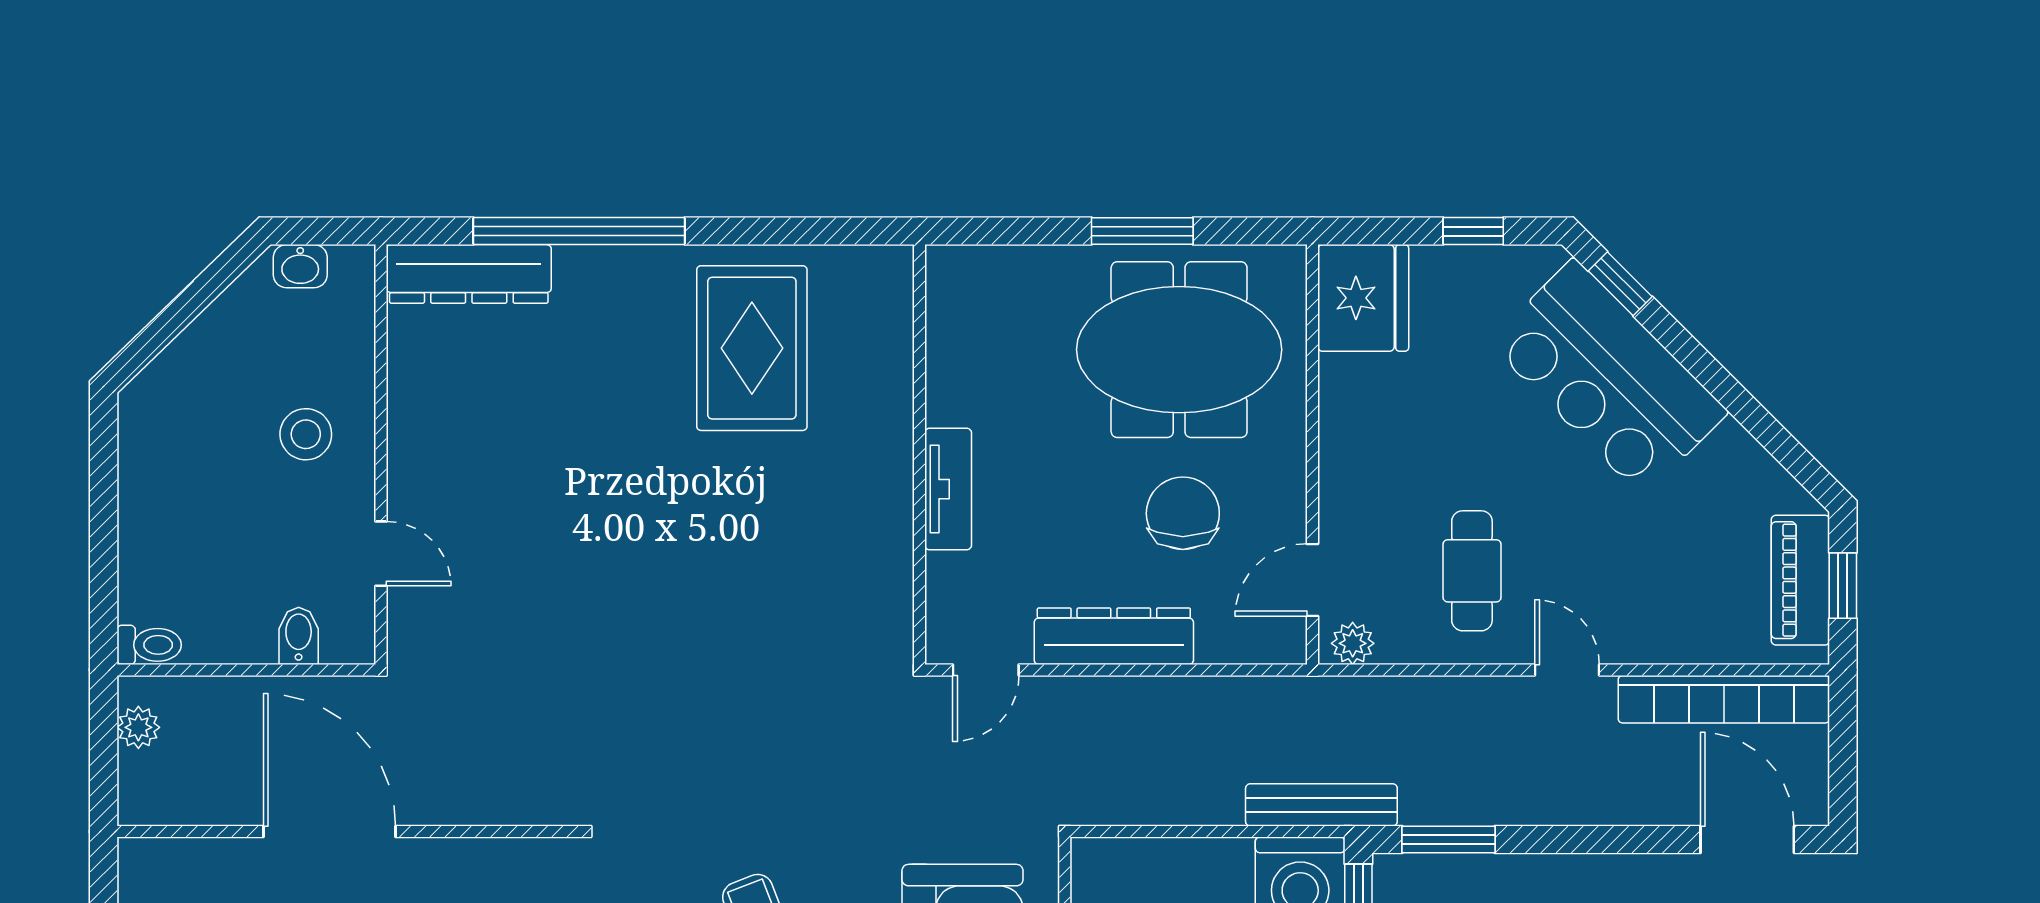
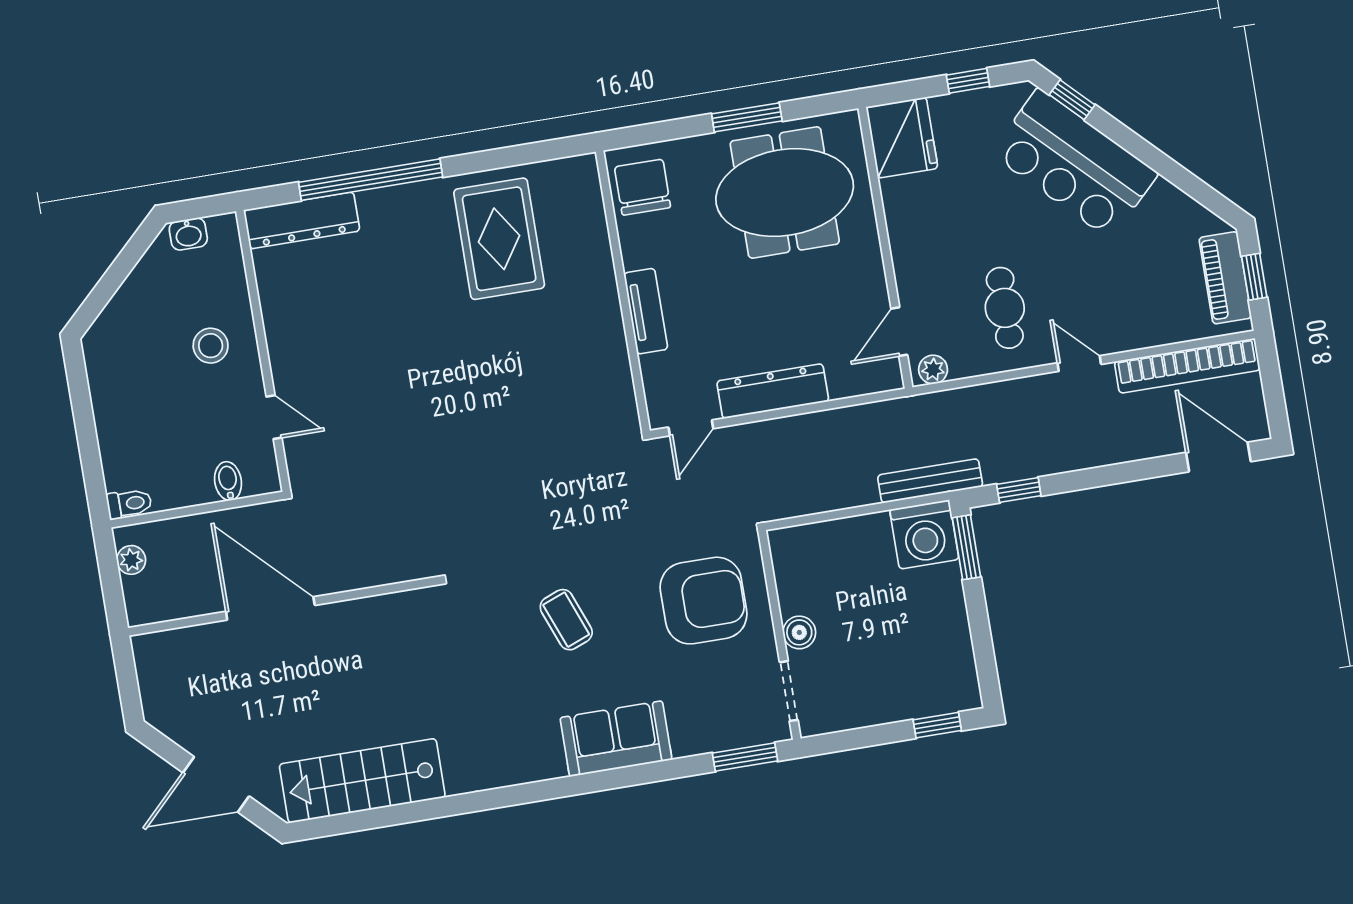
chair: (1183, 513) -> (643, 187), moved
window: (1449, 840) -> (1019, 490), width x0.67

